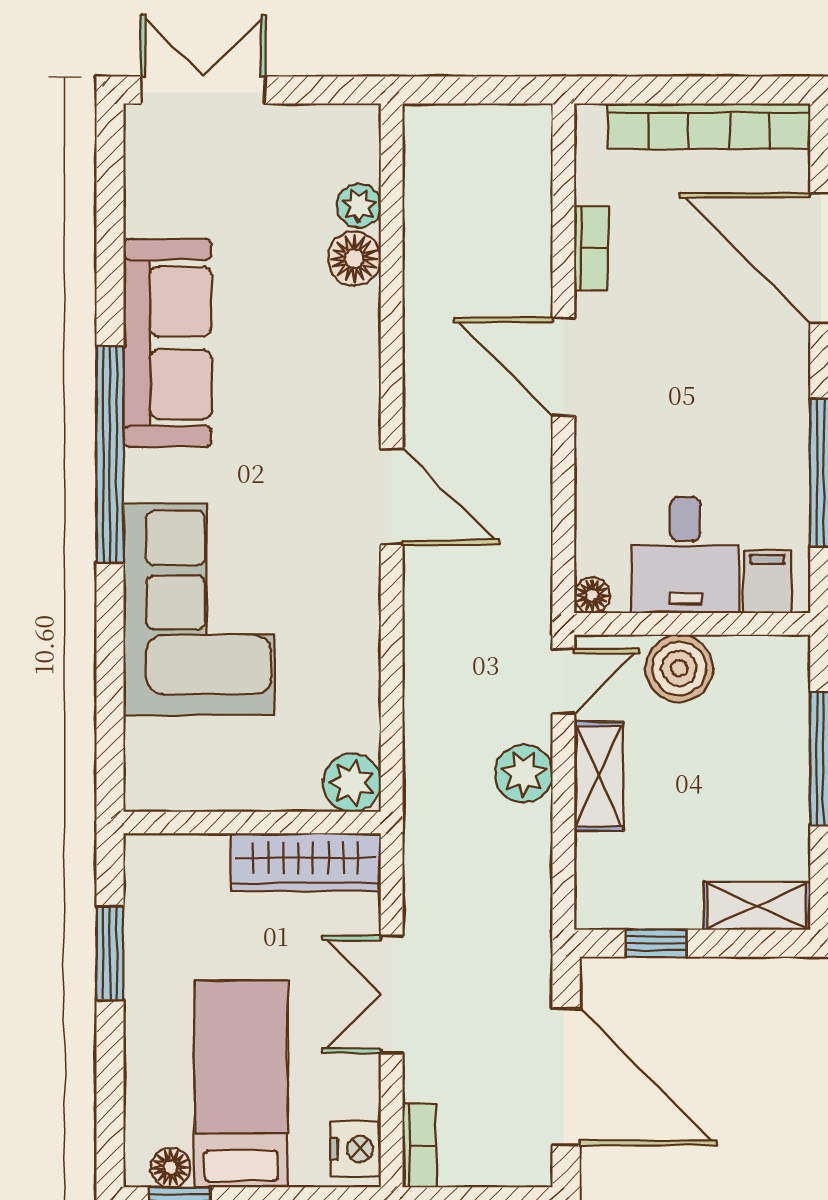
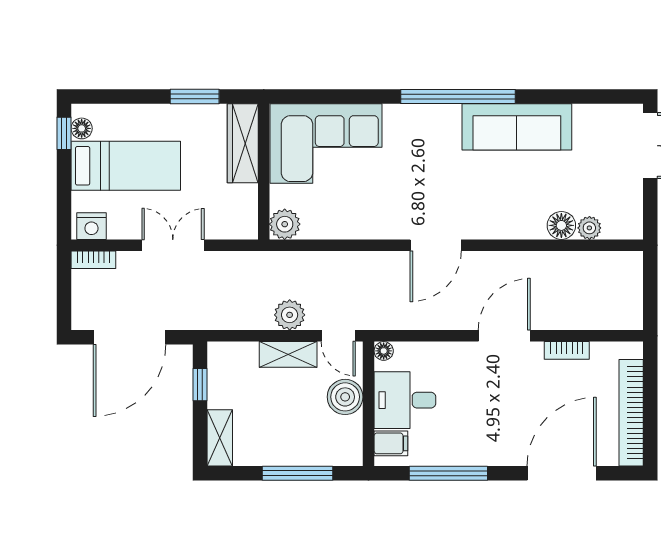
corner sofa: (199, 609) -> (326, 143), moved
wardrobe: (306, 862) -> (243, 143), moved

